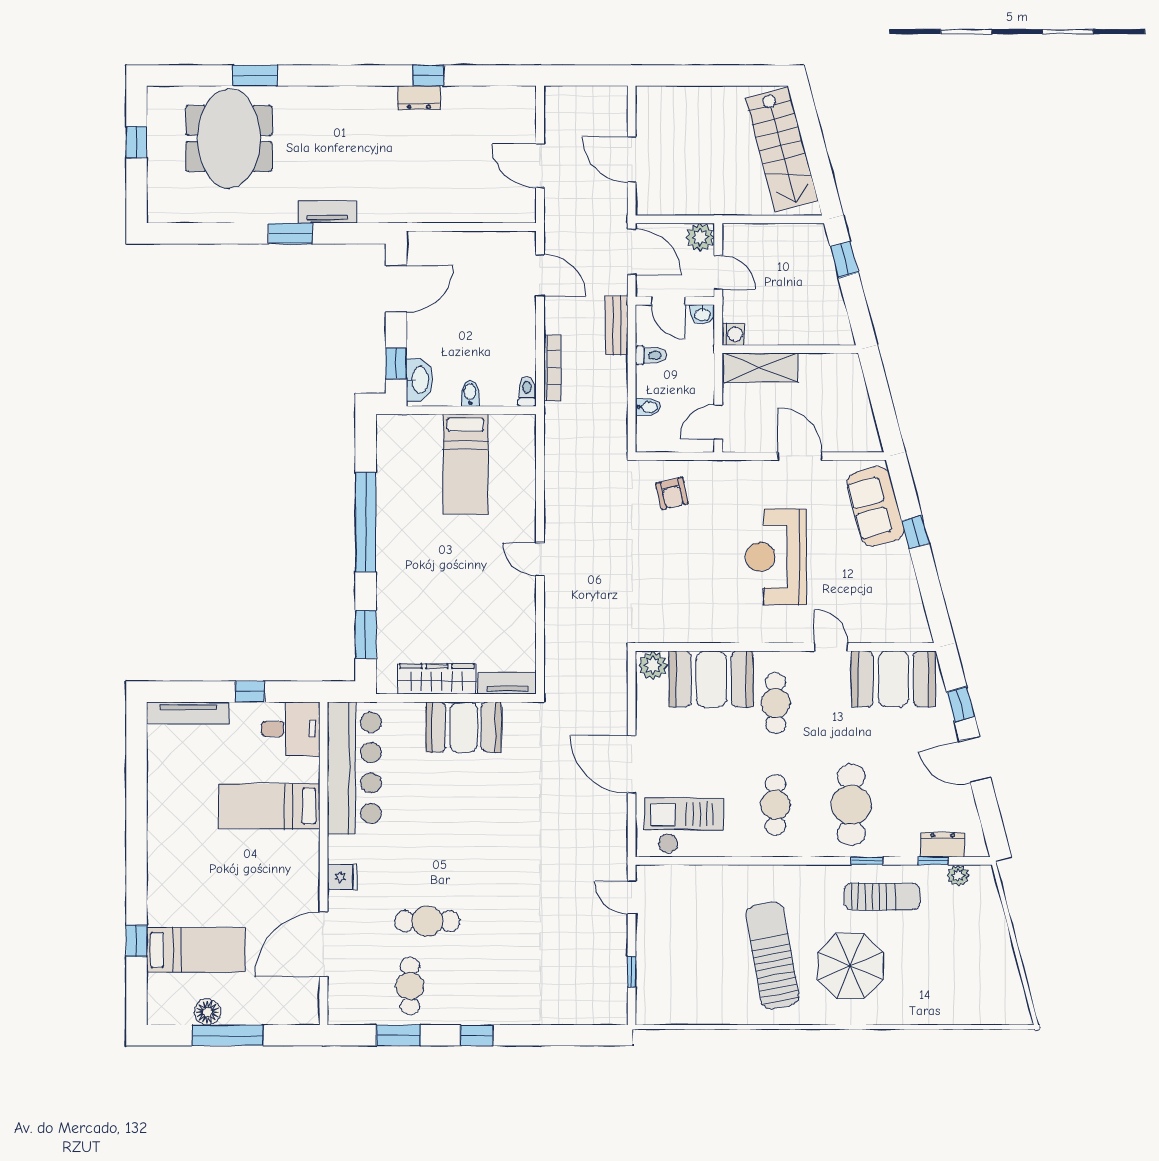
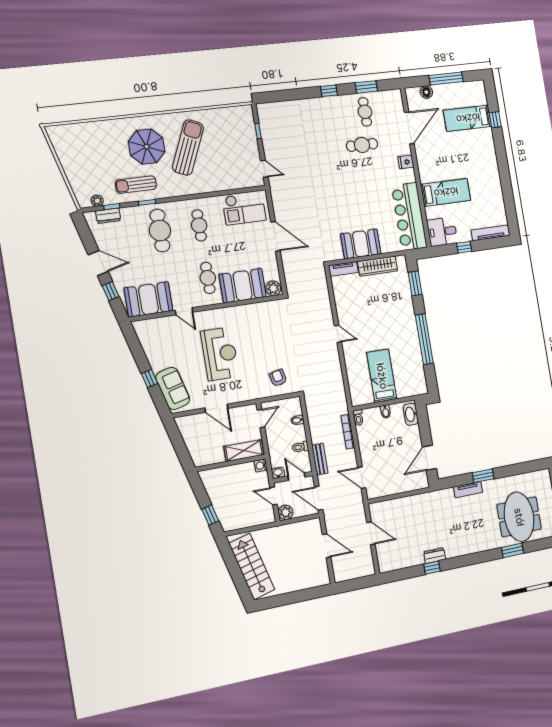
window: (396, 363) -> (423, 420), removed
sun lounger: (772, 955) -> (188, 147), turned -146
floor lamp: (207, 1012) -> (426, 92), moved

